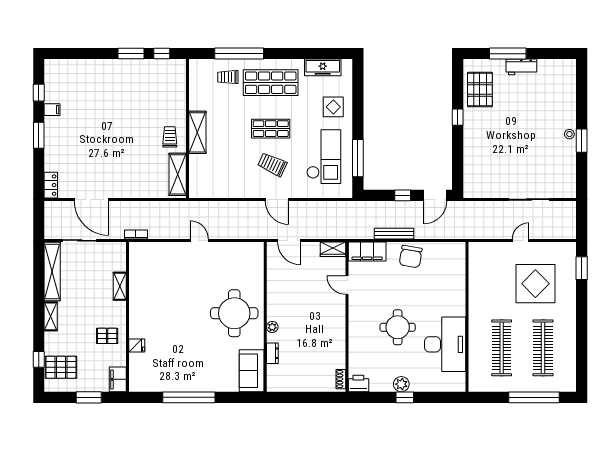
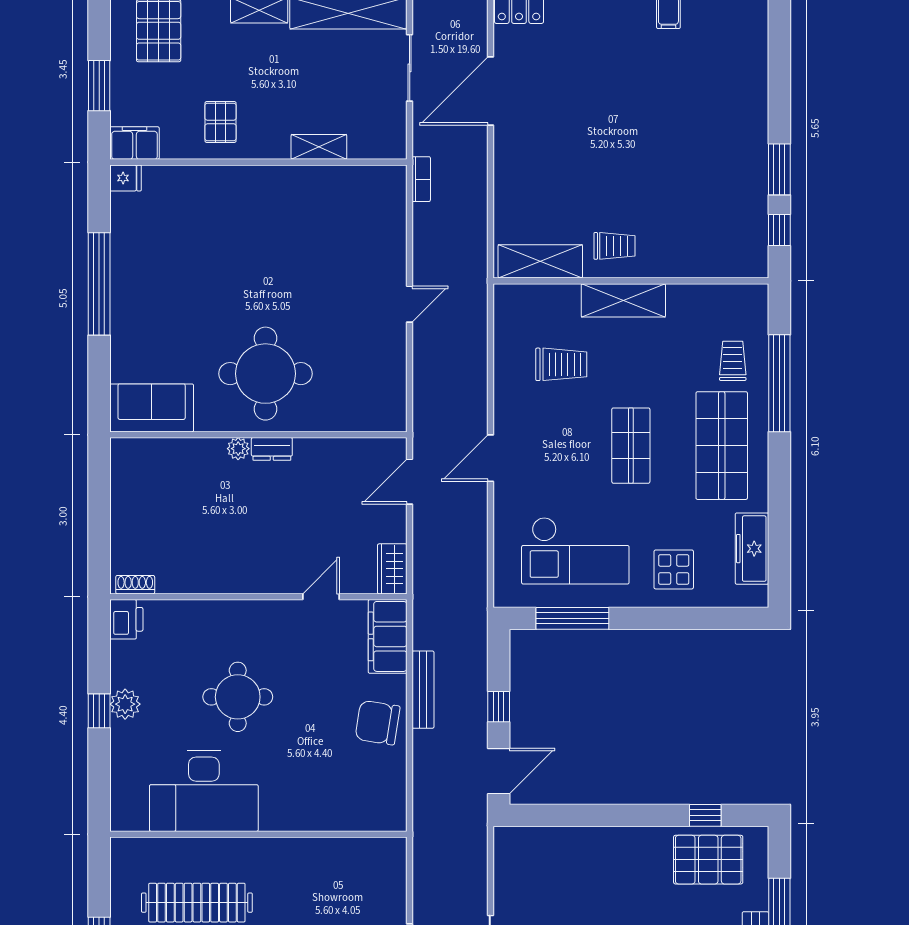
window: (458, 117) -> (705, 815), moved
trolley: (272, 165) -> (561, 364), moved, turned 65
door: (435, 195) -> (499, 771), swing flipped
fridge: (137, 346) -> (126, 178), moved, turned -90
dresser: (272, 353) -> (272, 449), moved

